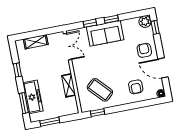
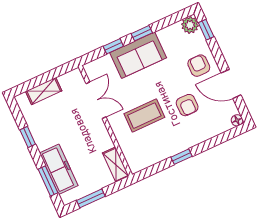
double door: (67, 47) -> (96, 100), moved
shelving: (69, 85) -> (116, 165), moved
armchair: (136, 87) -> (187, 105), moved
coffee table: (100, 90) -> (144, 116), moved, turned -47
window: (97, 113) -> (181, 157), moved

